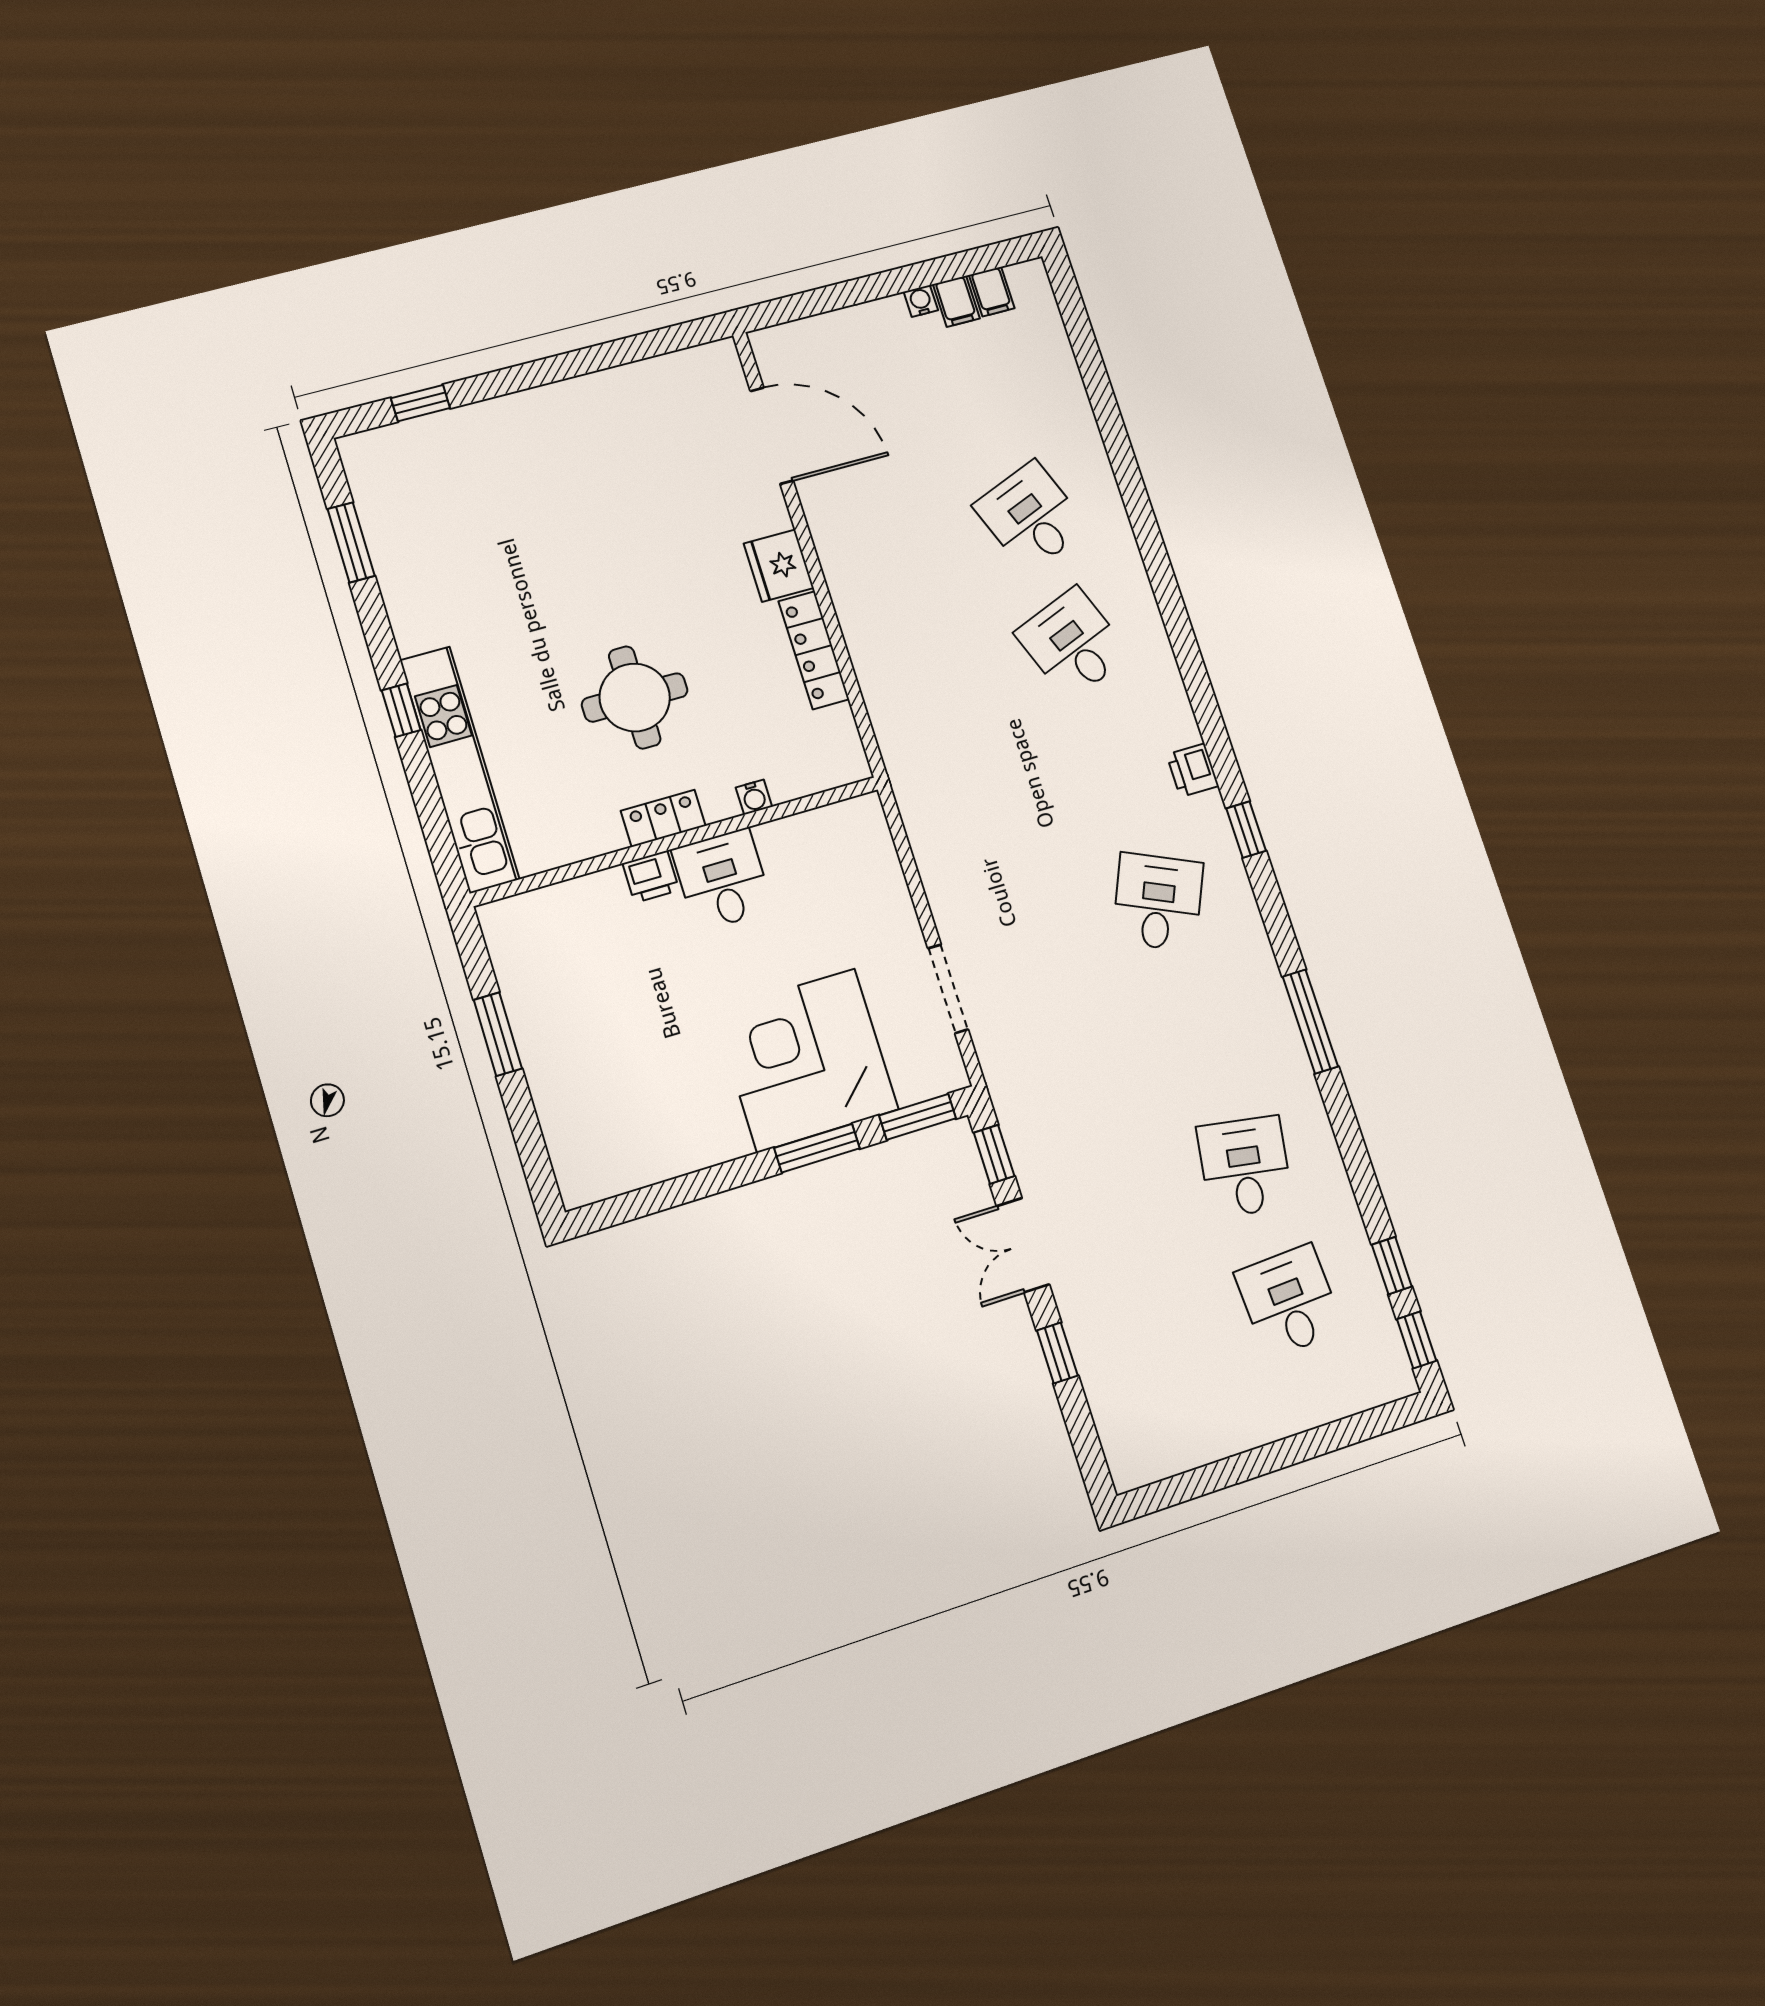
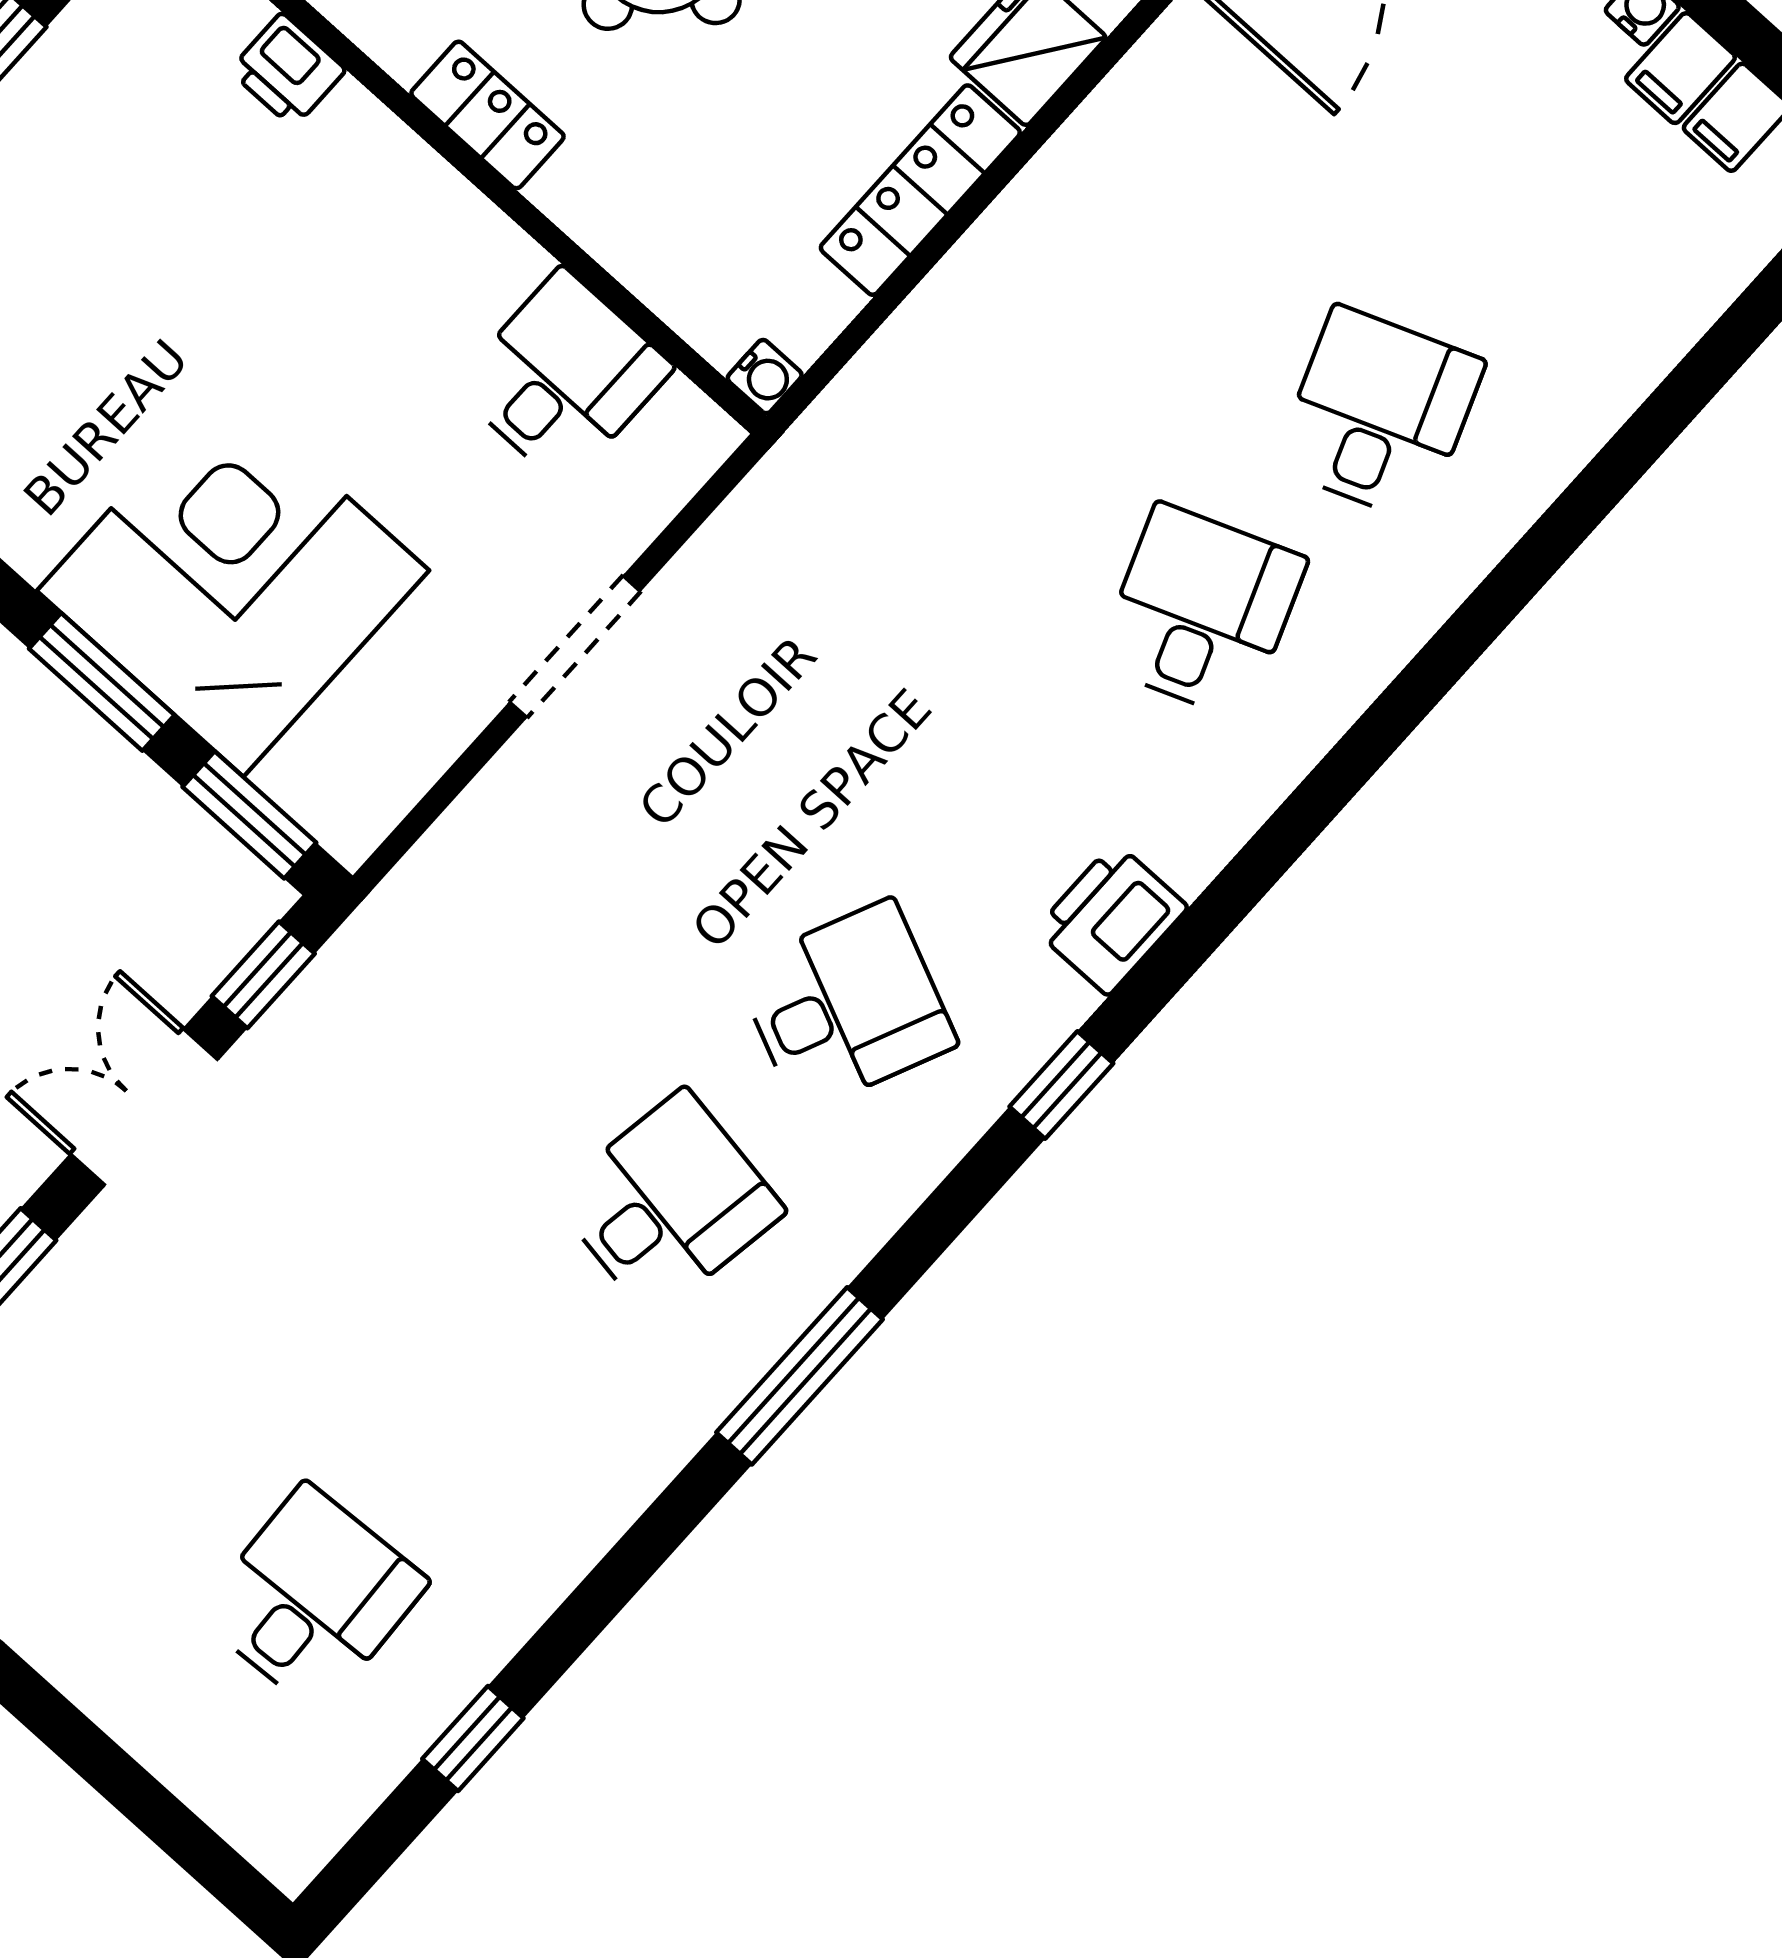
printer: (1193, 770) -> (1111, 919), width x1.36, depth x1.24
water cooler: (754, 797) -> (765, 377), moved, turned -90
printer: (651, 877) -> (288, 70), moved
desk: (723, 880) -> (563, 377), moved
doorway: (948, 989) -> (575, 647), moved
desk: (1245, 1167) -> (668, 1204), moved
window: (1417, 1340) -> (375, 1847), removed

